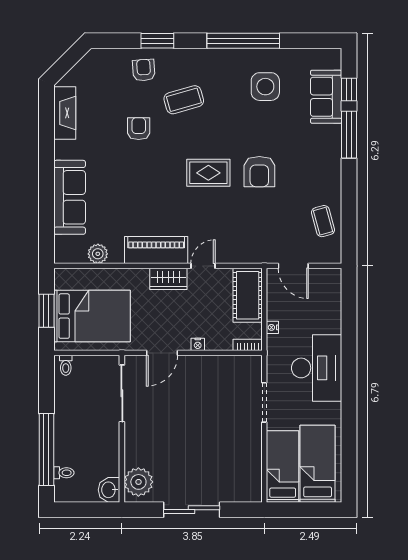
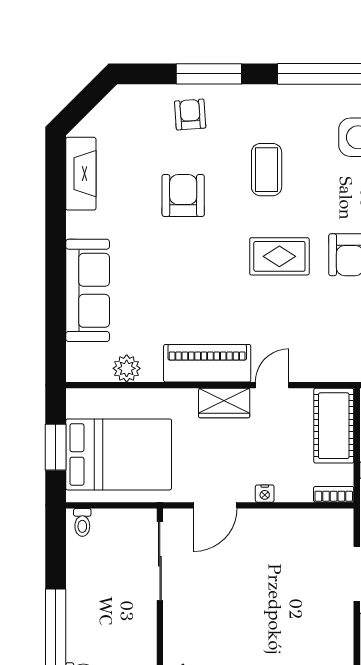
window: (157, 41) -> (209, 74), width x1.44
coffee table: (184, 100) -> (267, 170), moved, turned -74
armchair: (139, 129) -> (183, 195), width x1.38, depth x1.38

